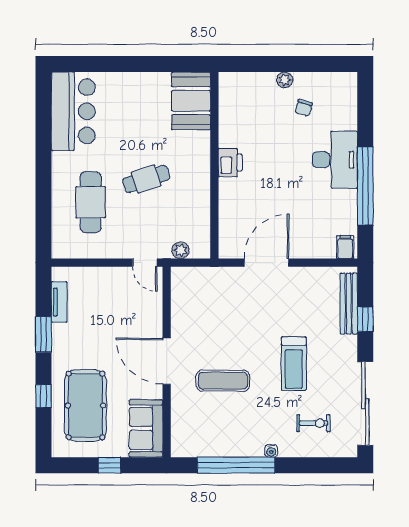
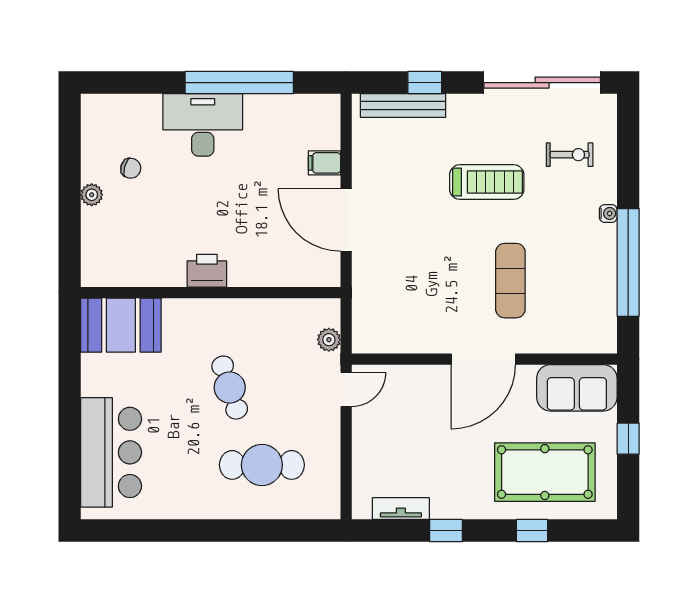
bar counter: (73, 111) -> (111, 452), moved, turned 90
filing cabinet: (345, 247) -> (324, 163), moved
window: (43, 334) -> (446, 530), width x0.67
exercise bike: (313, 423) -> (570, 155), turned 90

